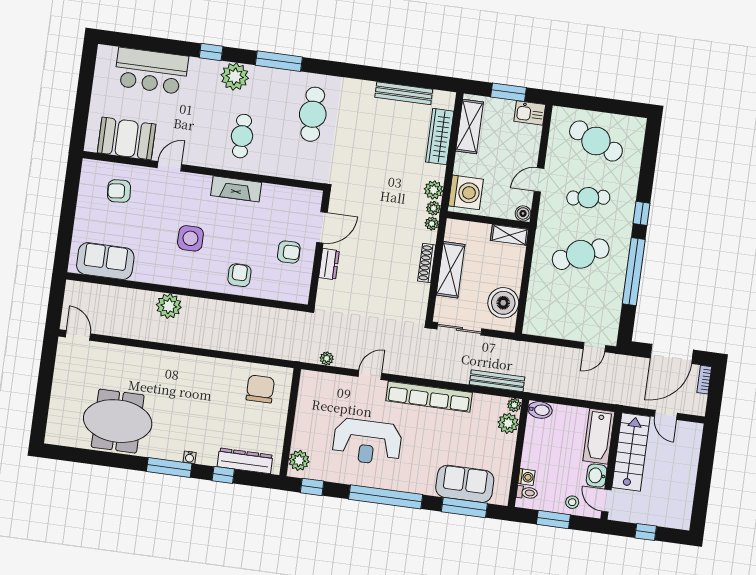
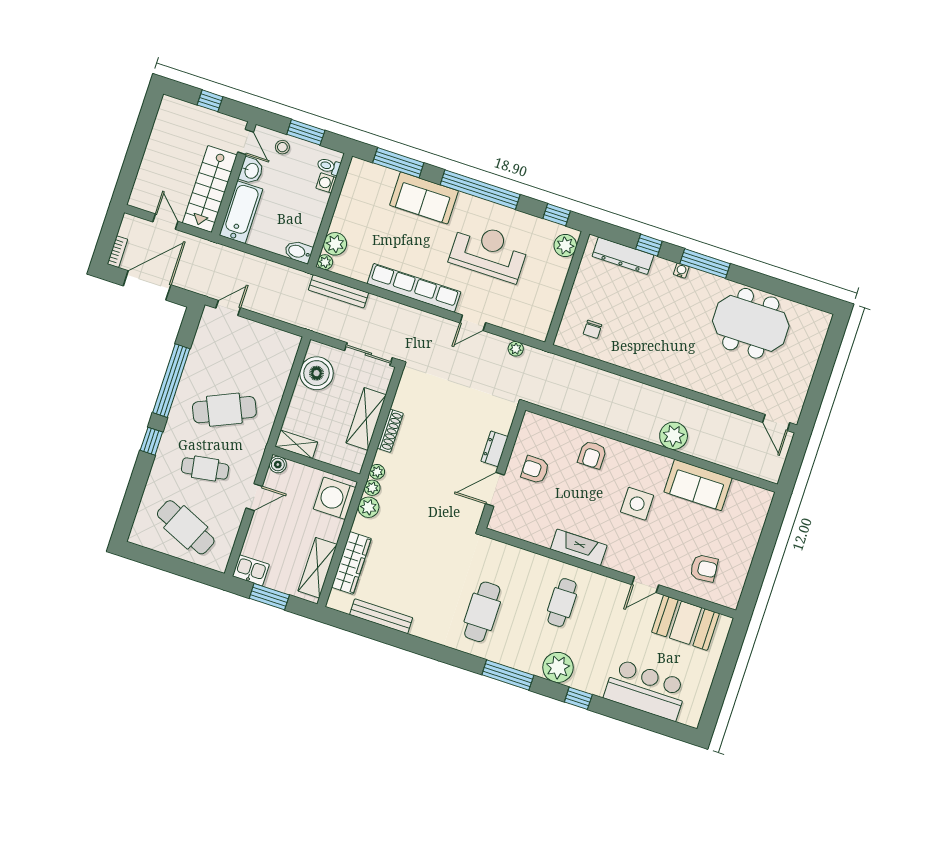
sofa: (105, 261) -> (698, 485), moved
chair: (260, 389) -> (592, 329), width x0.54, depth x0.54
sofa: (465, 484) -> (424, 198), moved

